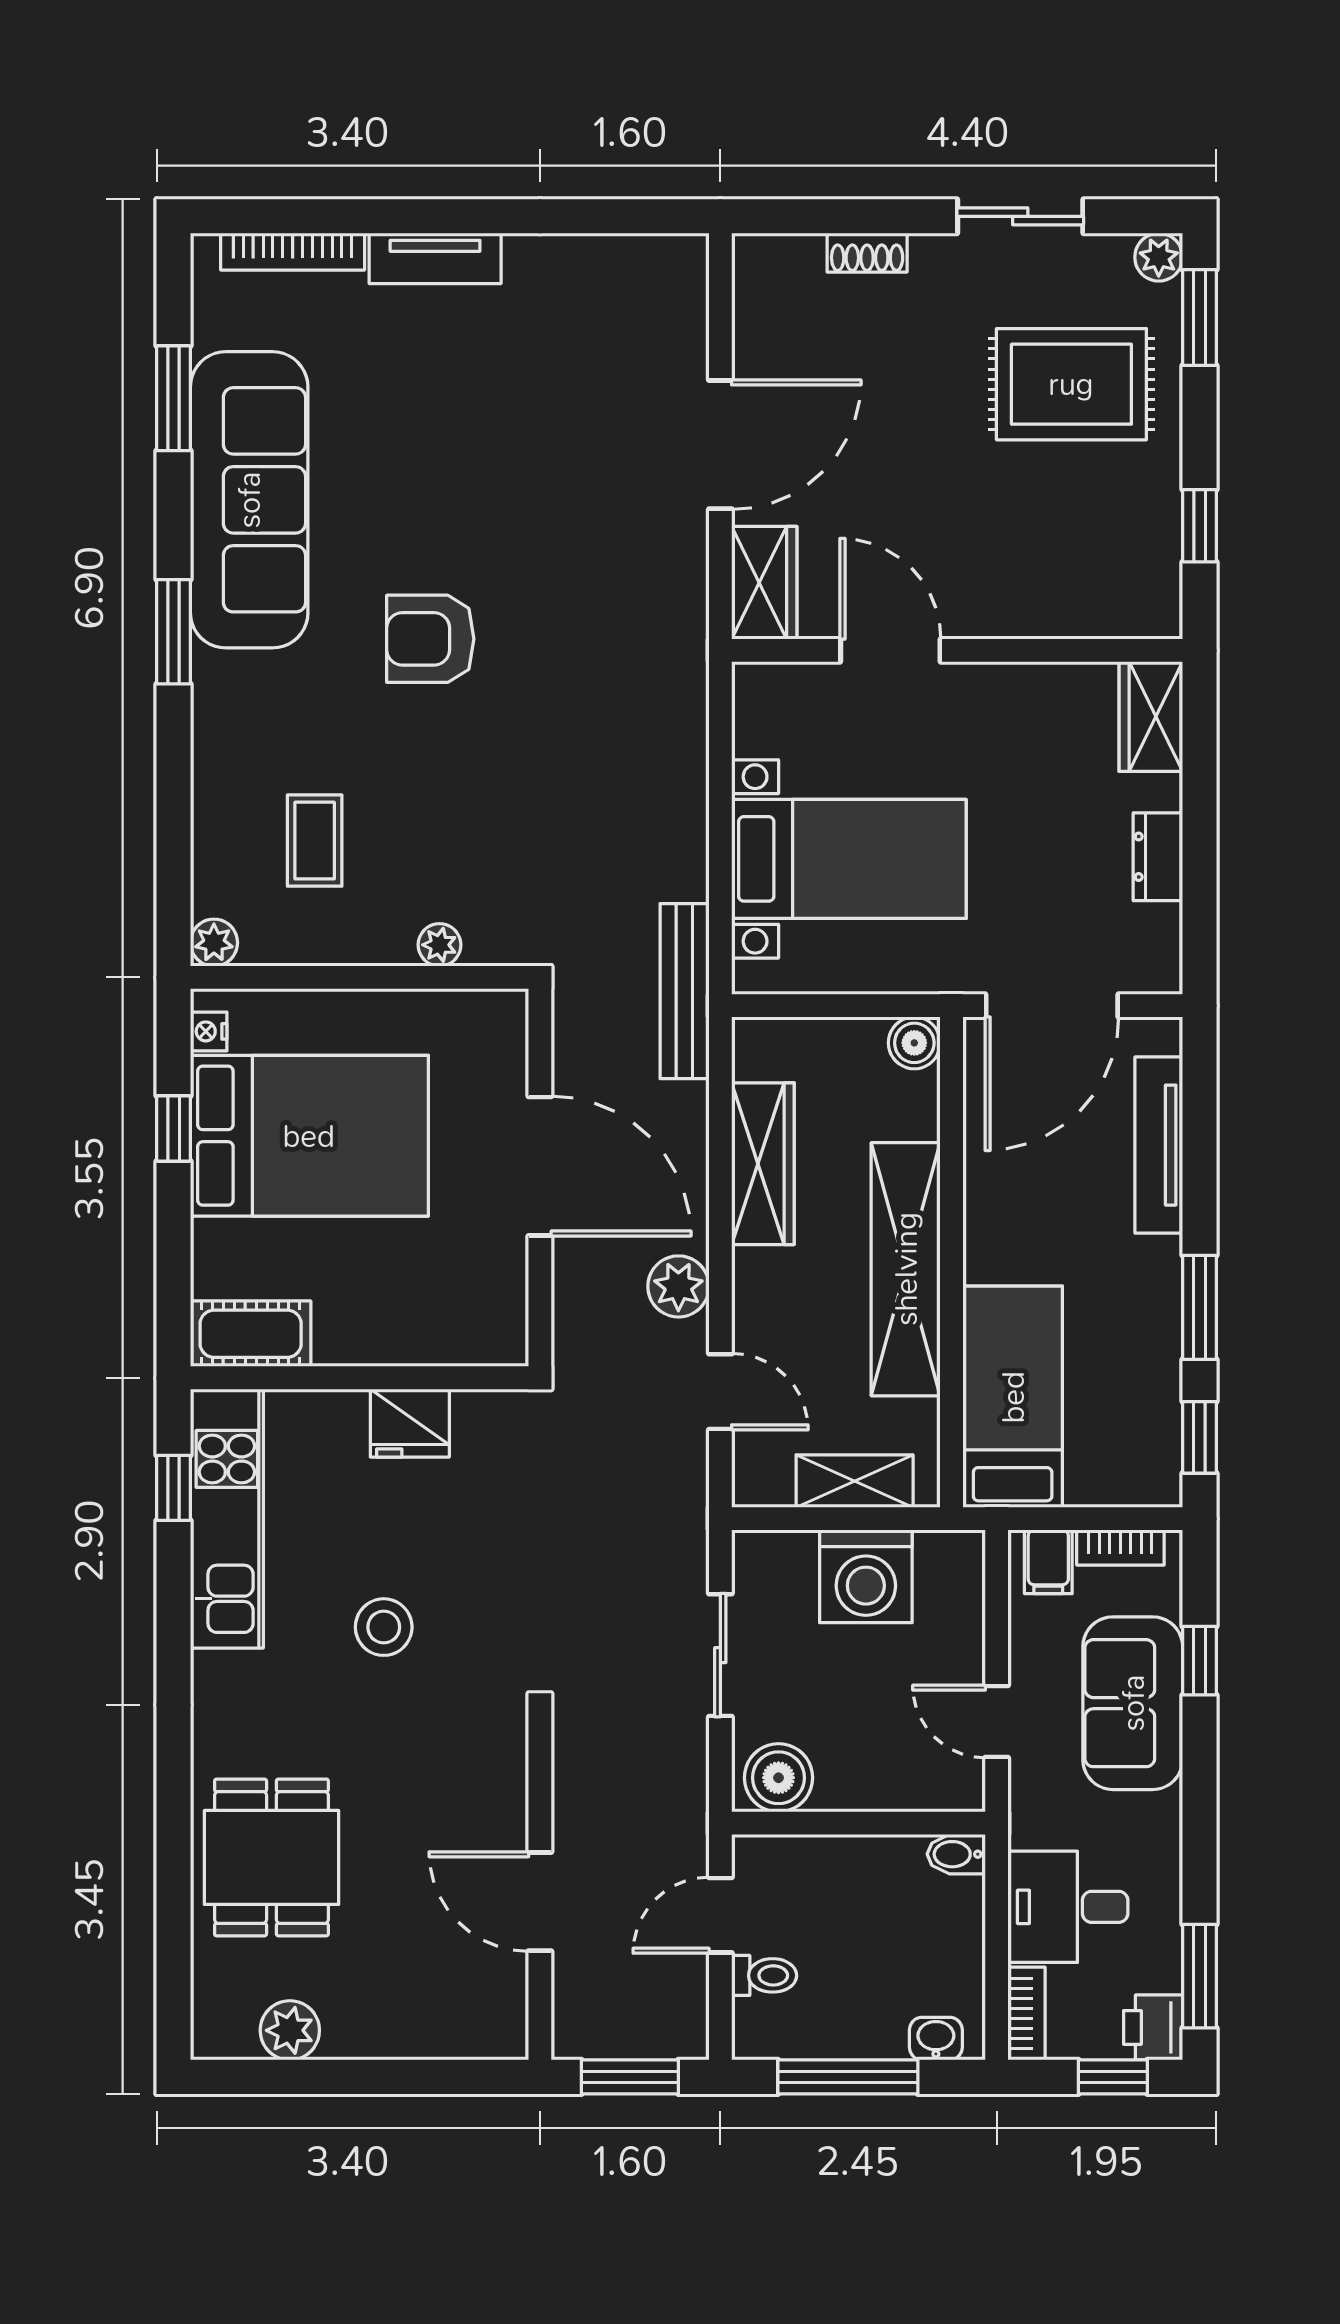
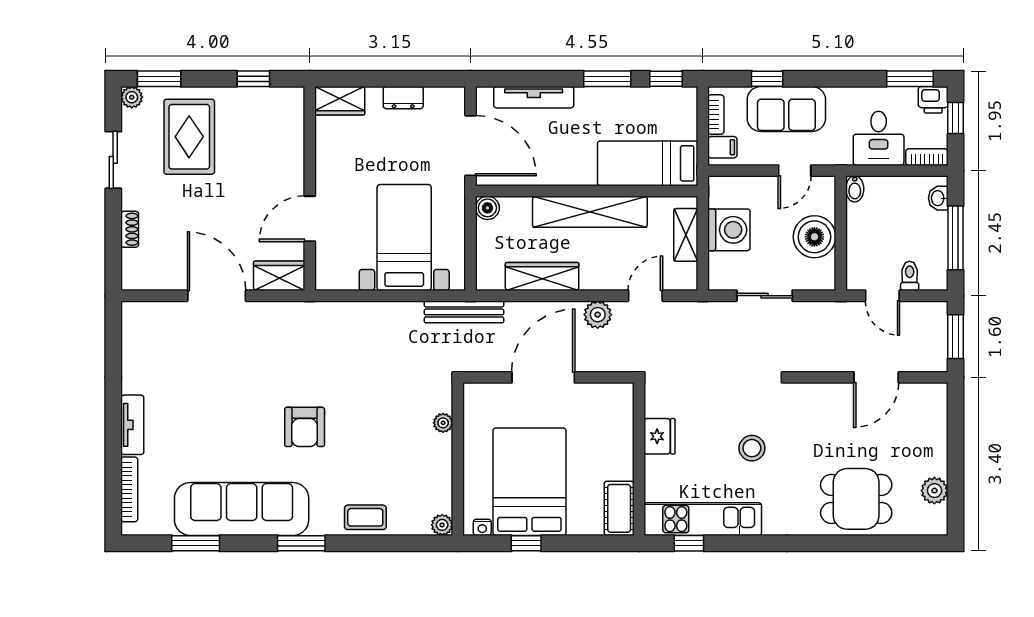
coffee table: (315, 841) -> (365, 517), moved
boiler: (778, 1778) -> (814, 237), moved, width x1.37, depth x1.37

